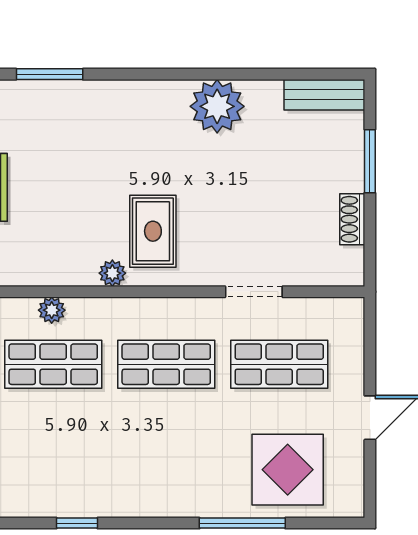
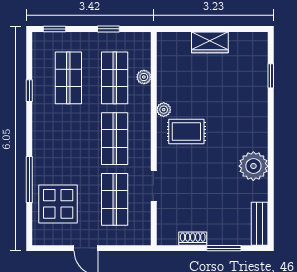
window: (50, 74) -> (271, 76), width x0.67
shop shelf: (53, 451) -> (68, 78), added

